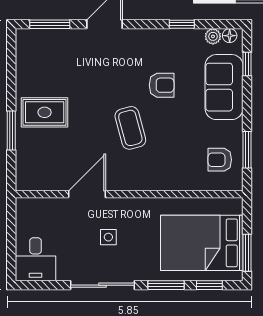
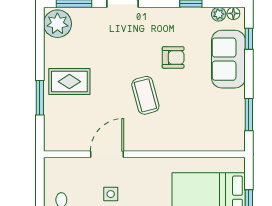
plant: (31, 47) -> (57, 24), added
armchair: (220, 160) -> (225, 124), removed
side table: (108, 237) -> (111, 194), moved

